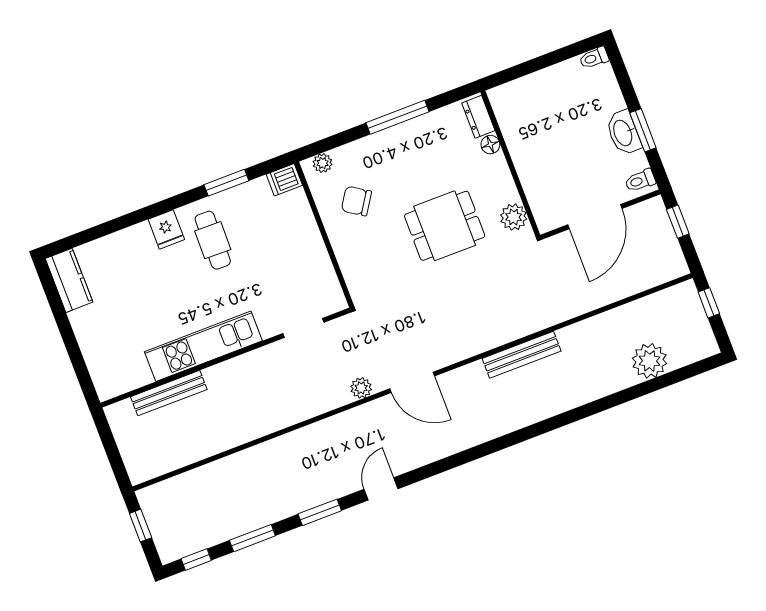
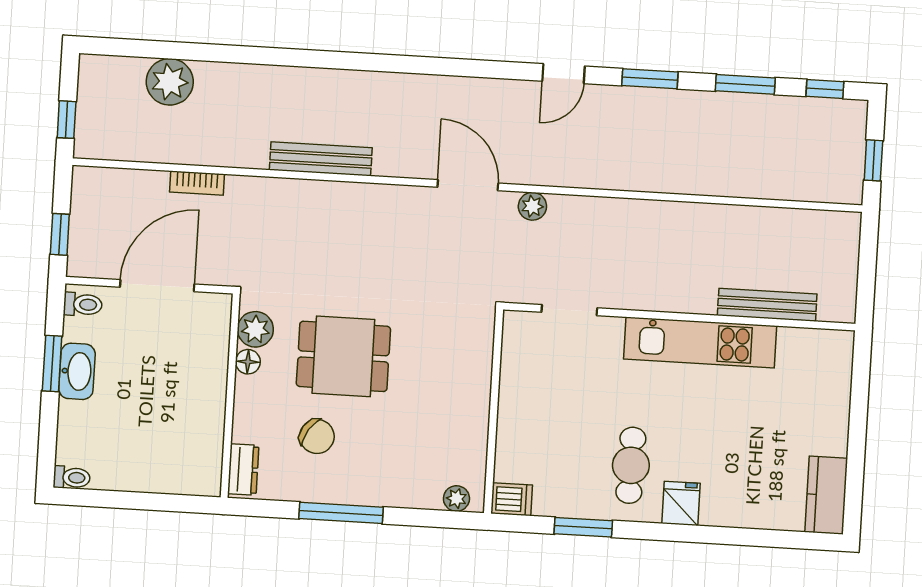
floor lamp: (490, 145) -> (248, 362), moved
chair: (356, 201) -> (317, 436), moved
bookcase: (599, 300) -> (197, 183), added

